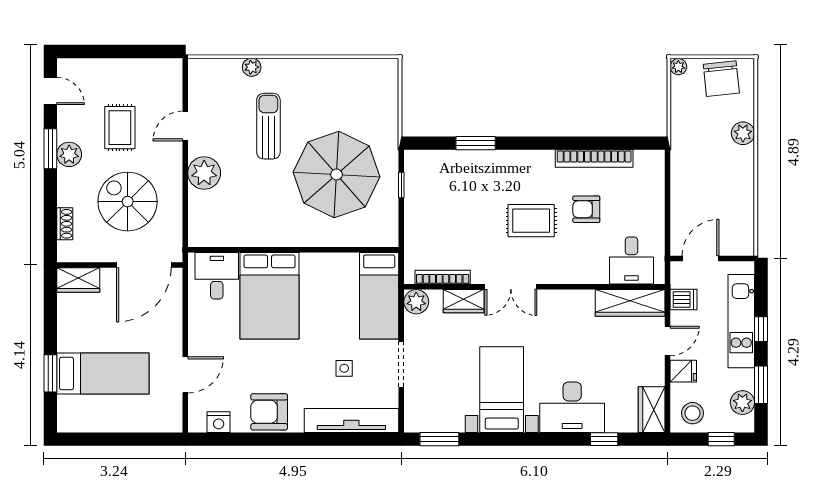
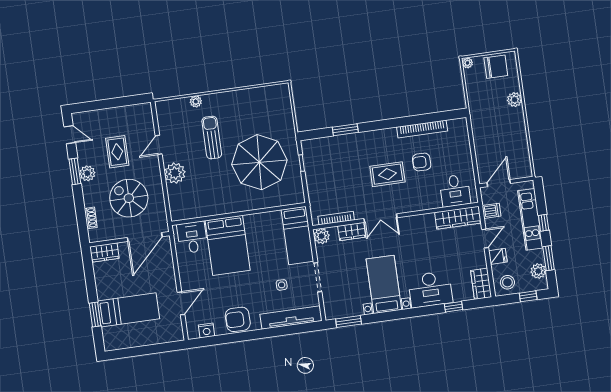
chair: (721, 79) -> (496, 67), turned -84

